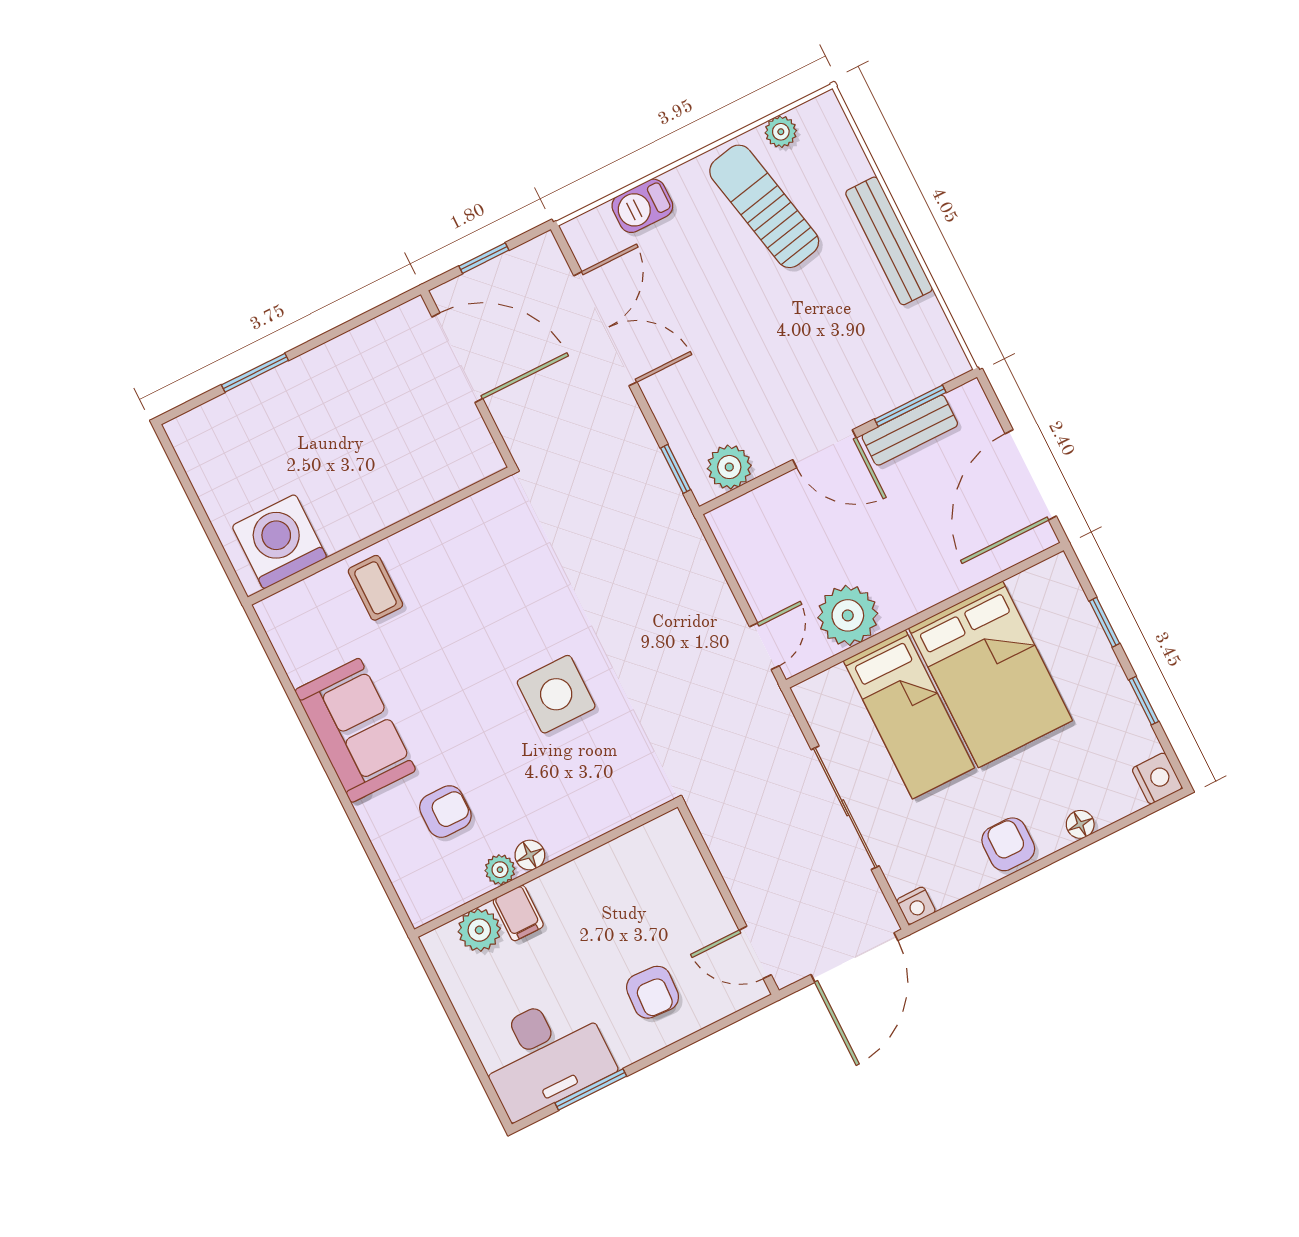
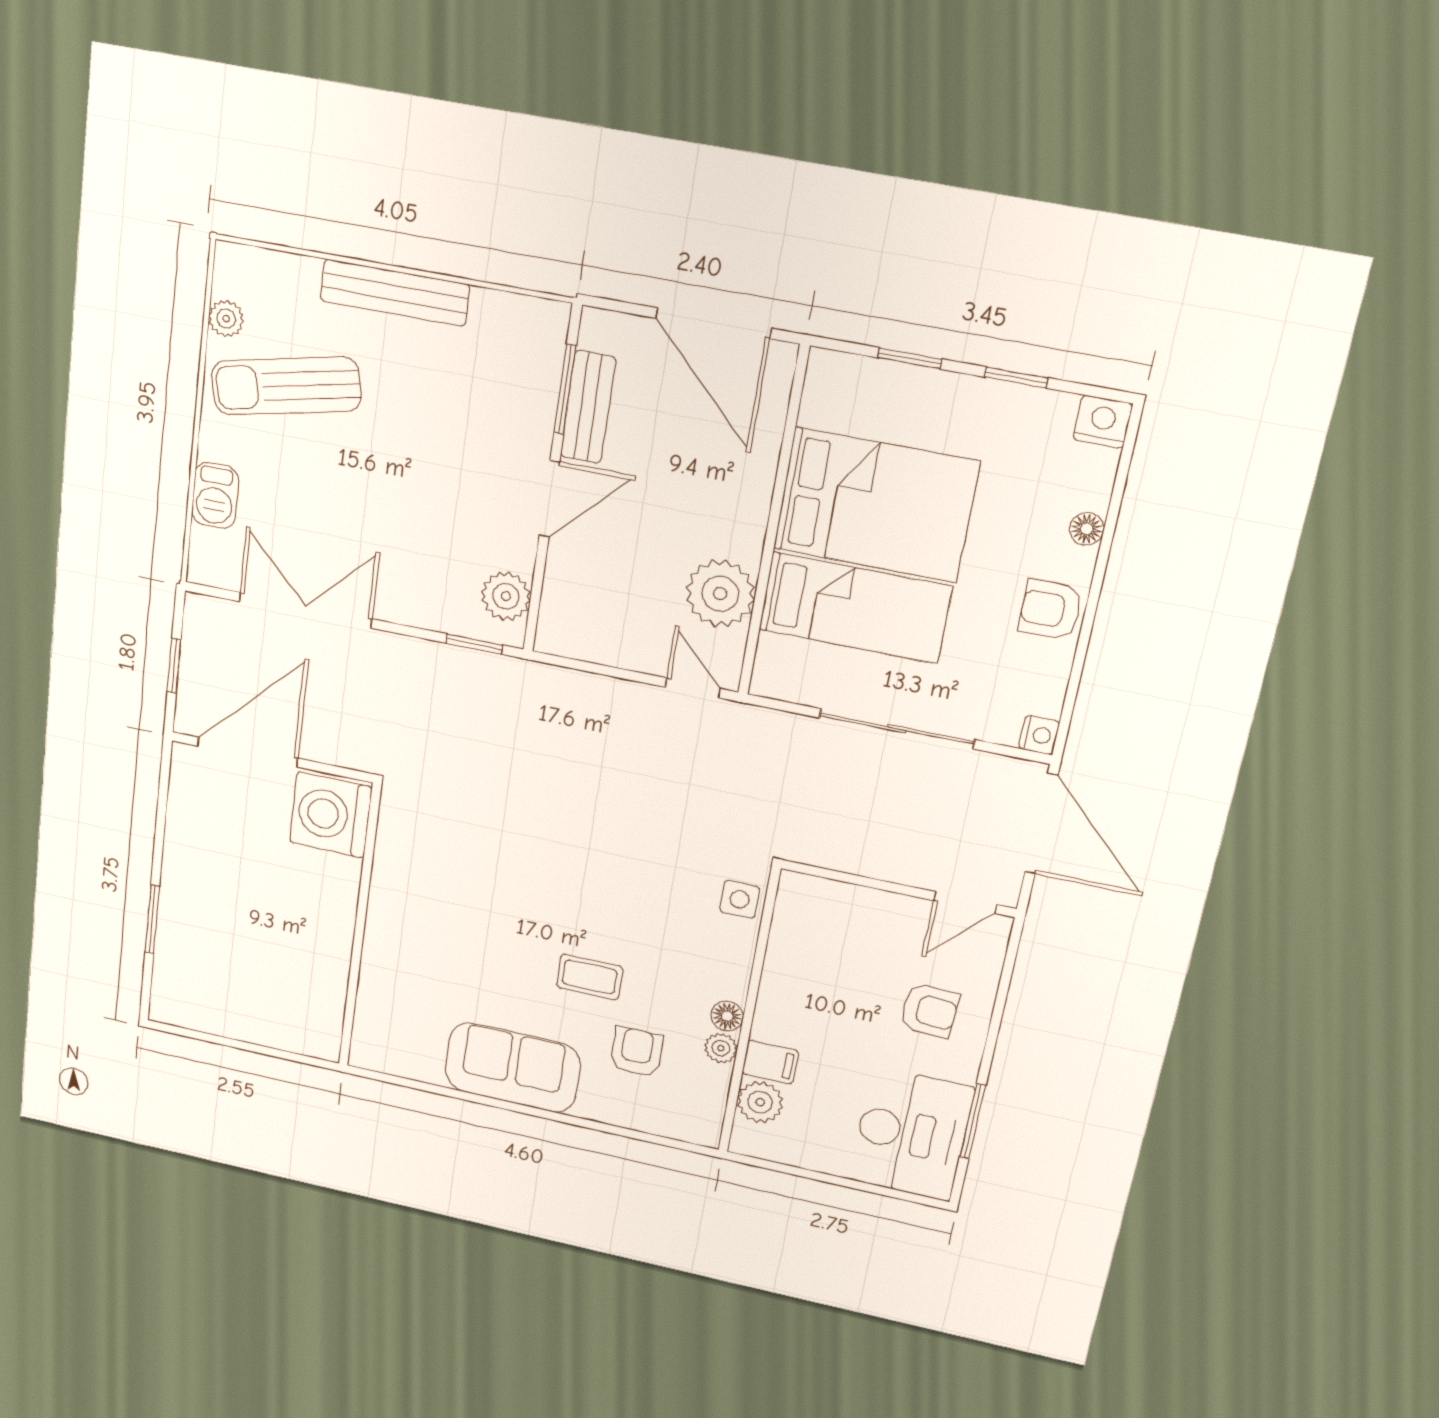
washing machine: (279, 542) -> (331, 815), moved
coffee table: (375, 588) -> (590, 977), moved
side table: (556, 694) -> (740, 899), moved, width x0.54, depth x0.54

